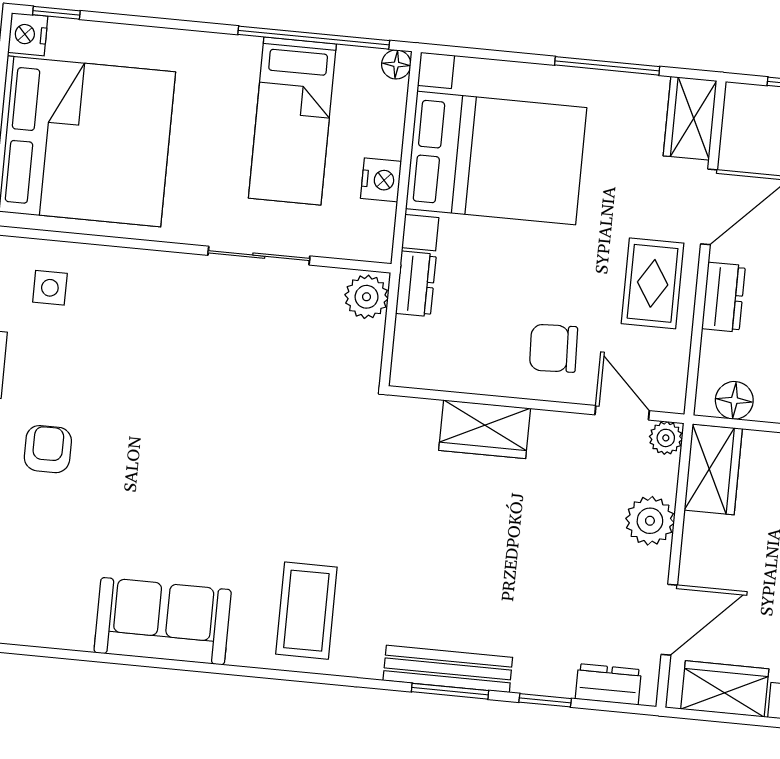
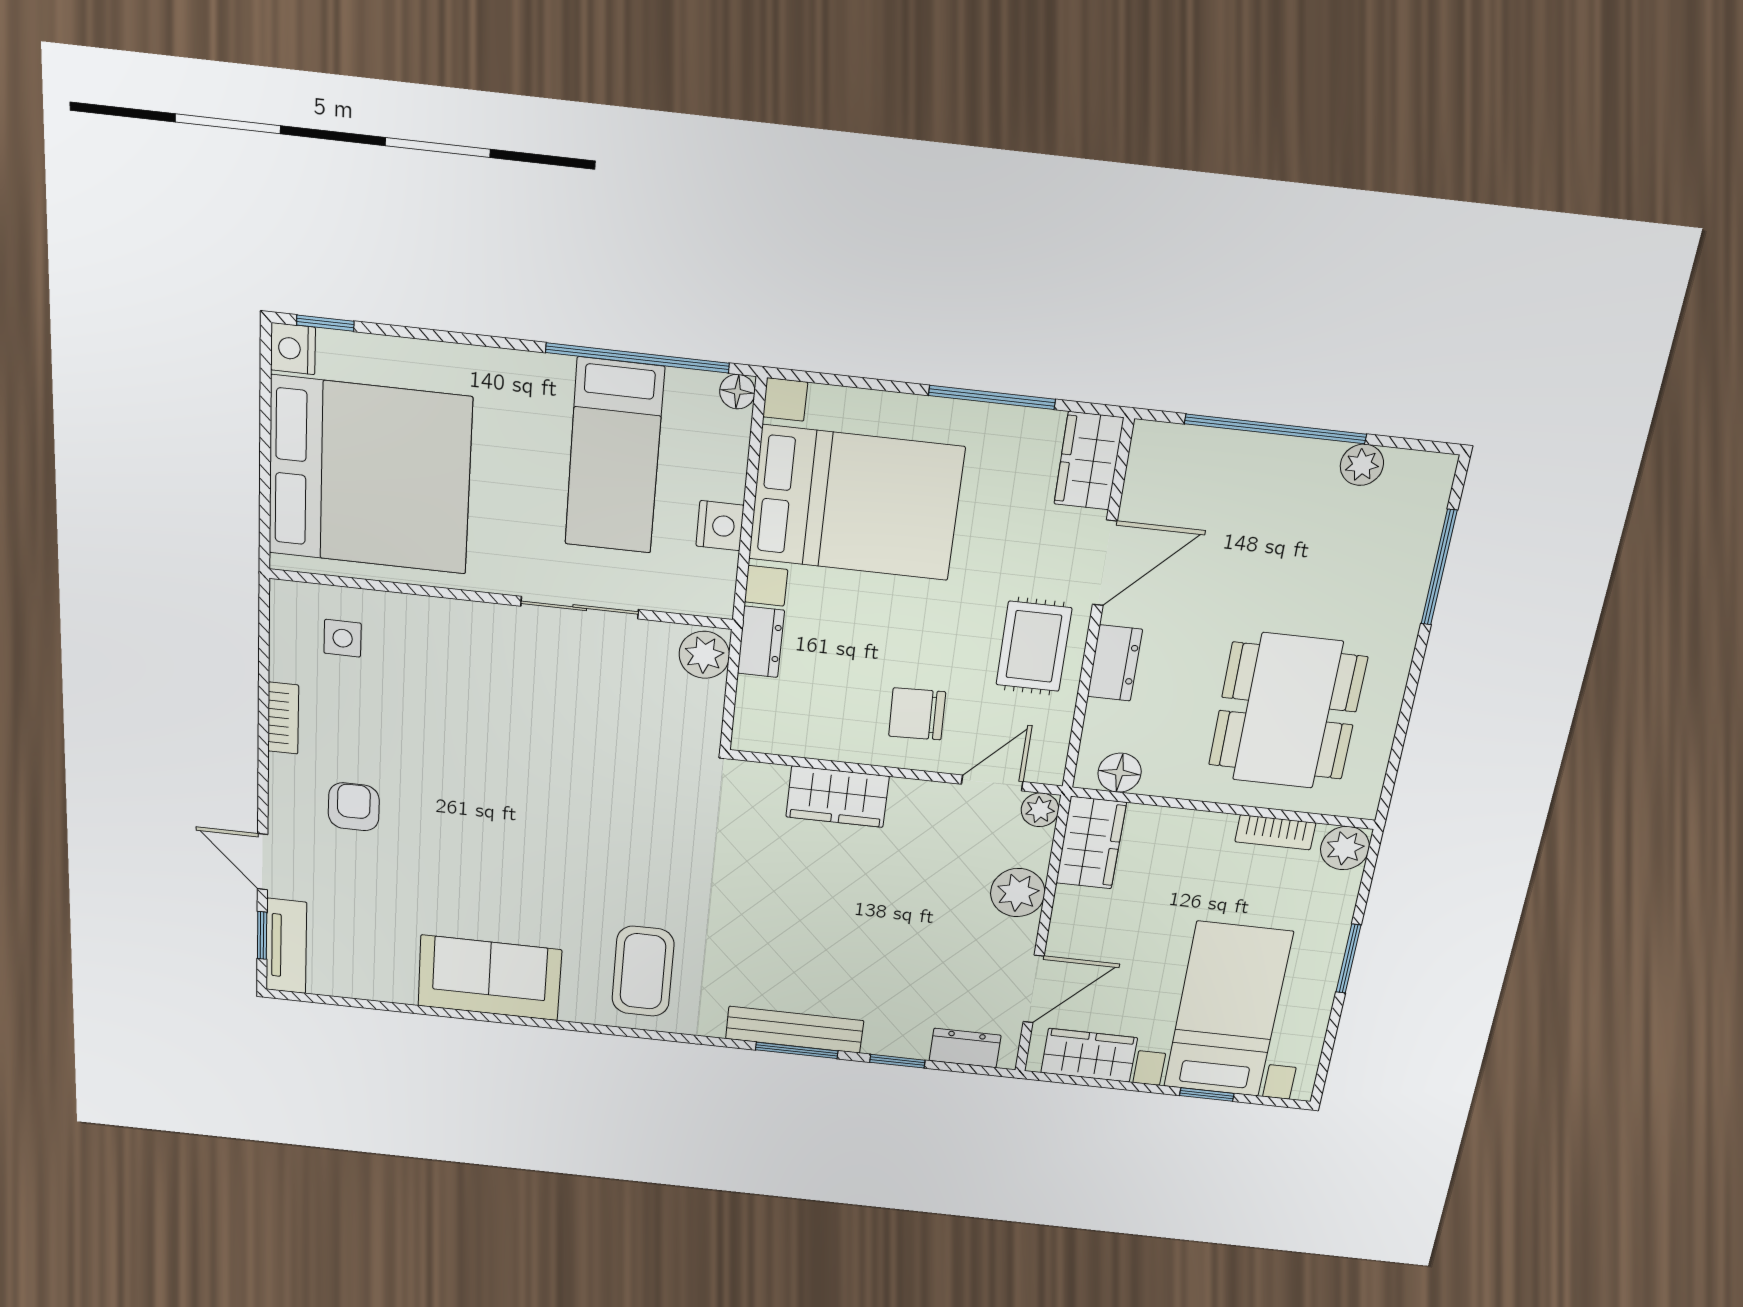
door: (622, 413) -> (992, 783), hinge flipped

